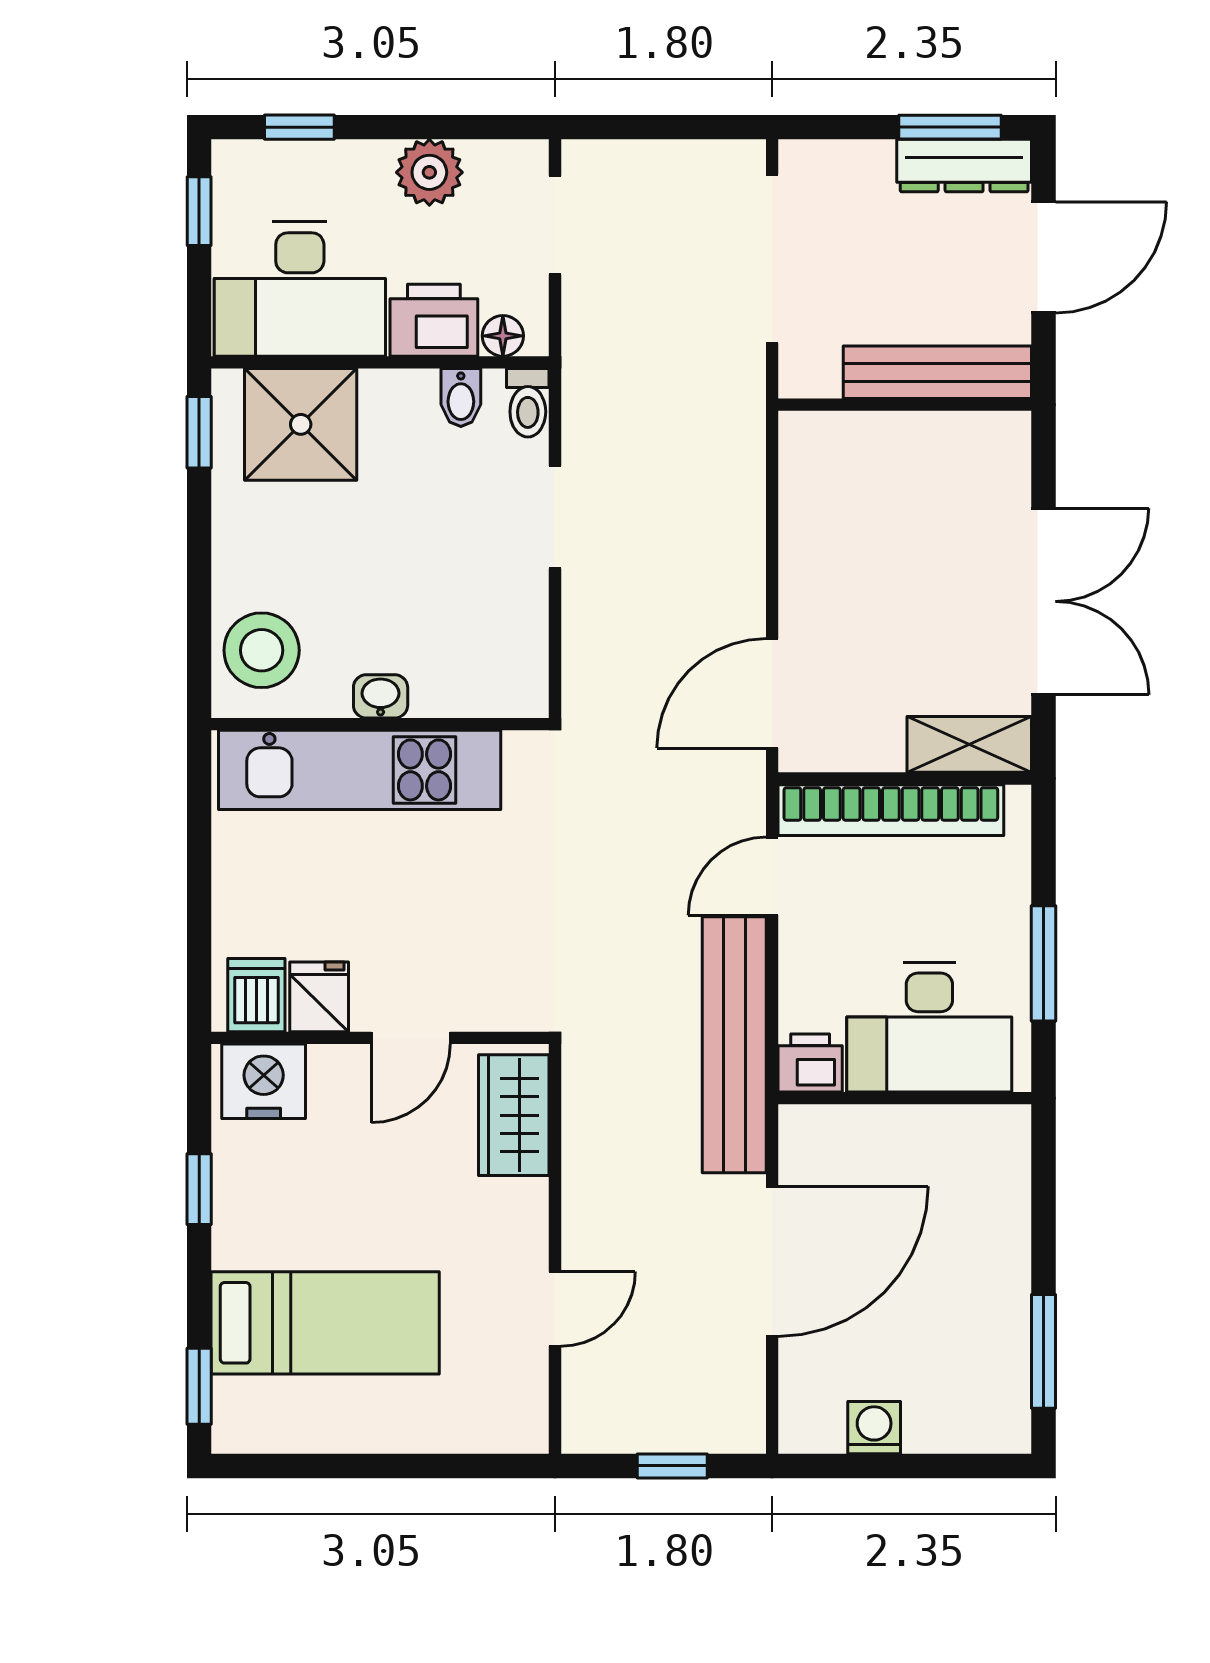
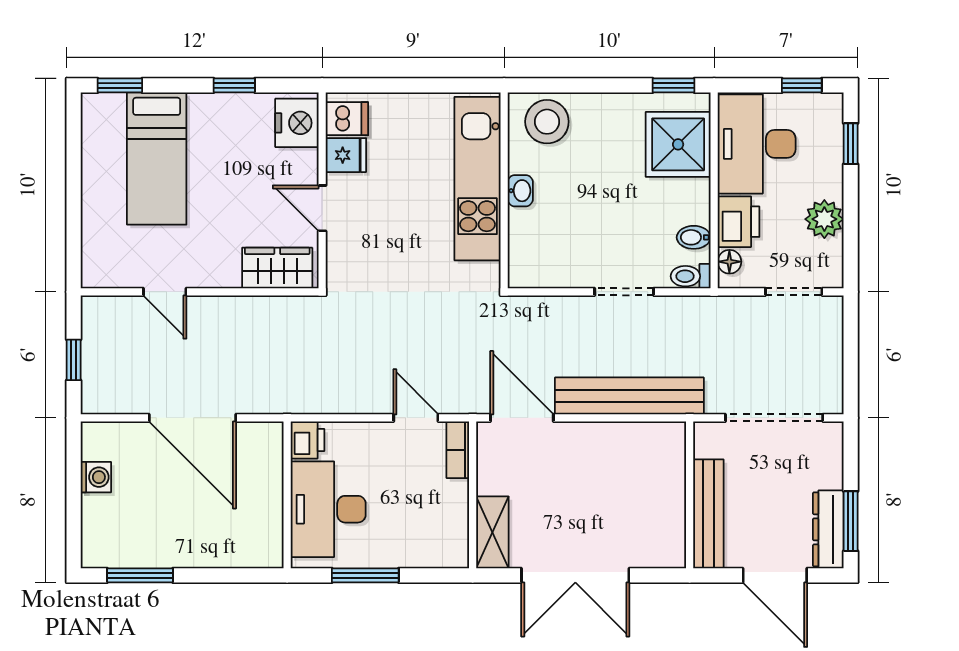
bookcase: (891, 810) -> (458, 450), width x0.43, depth x0.76
bench: (734, 1045) -> (629, 396), moved

